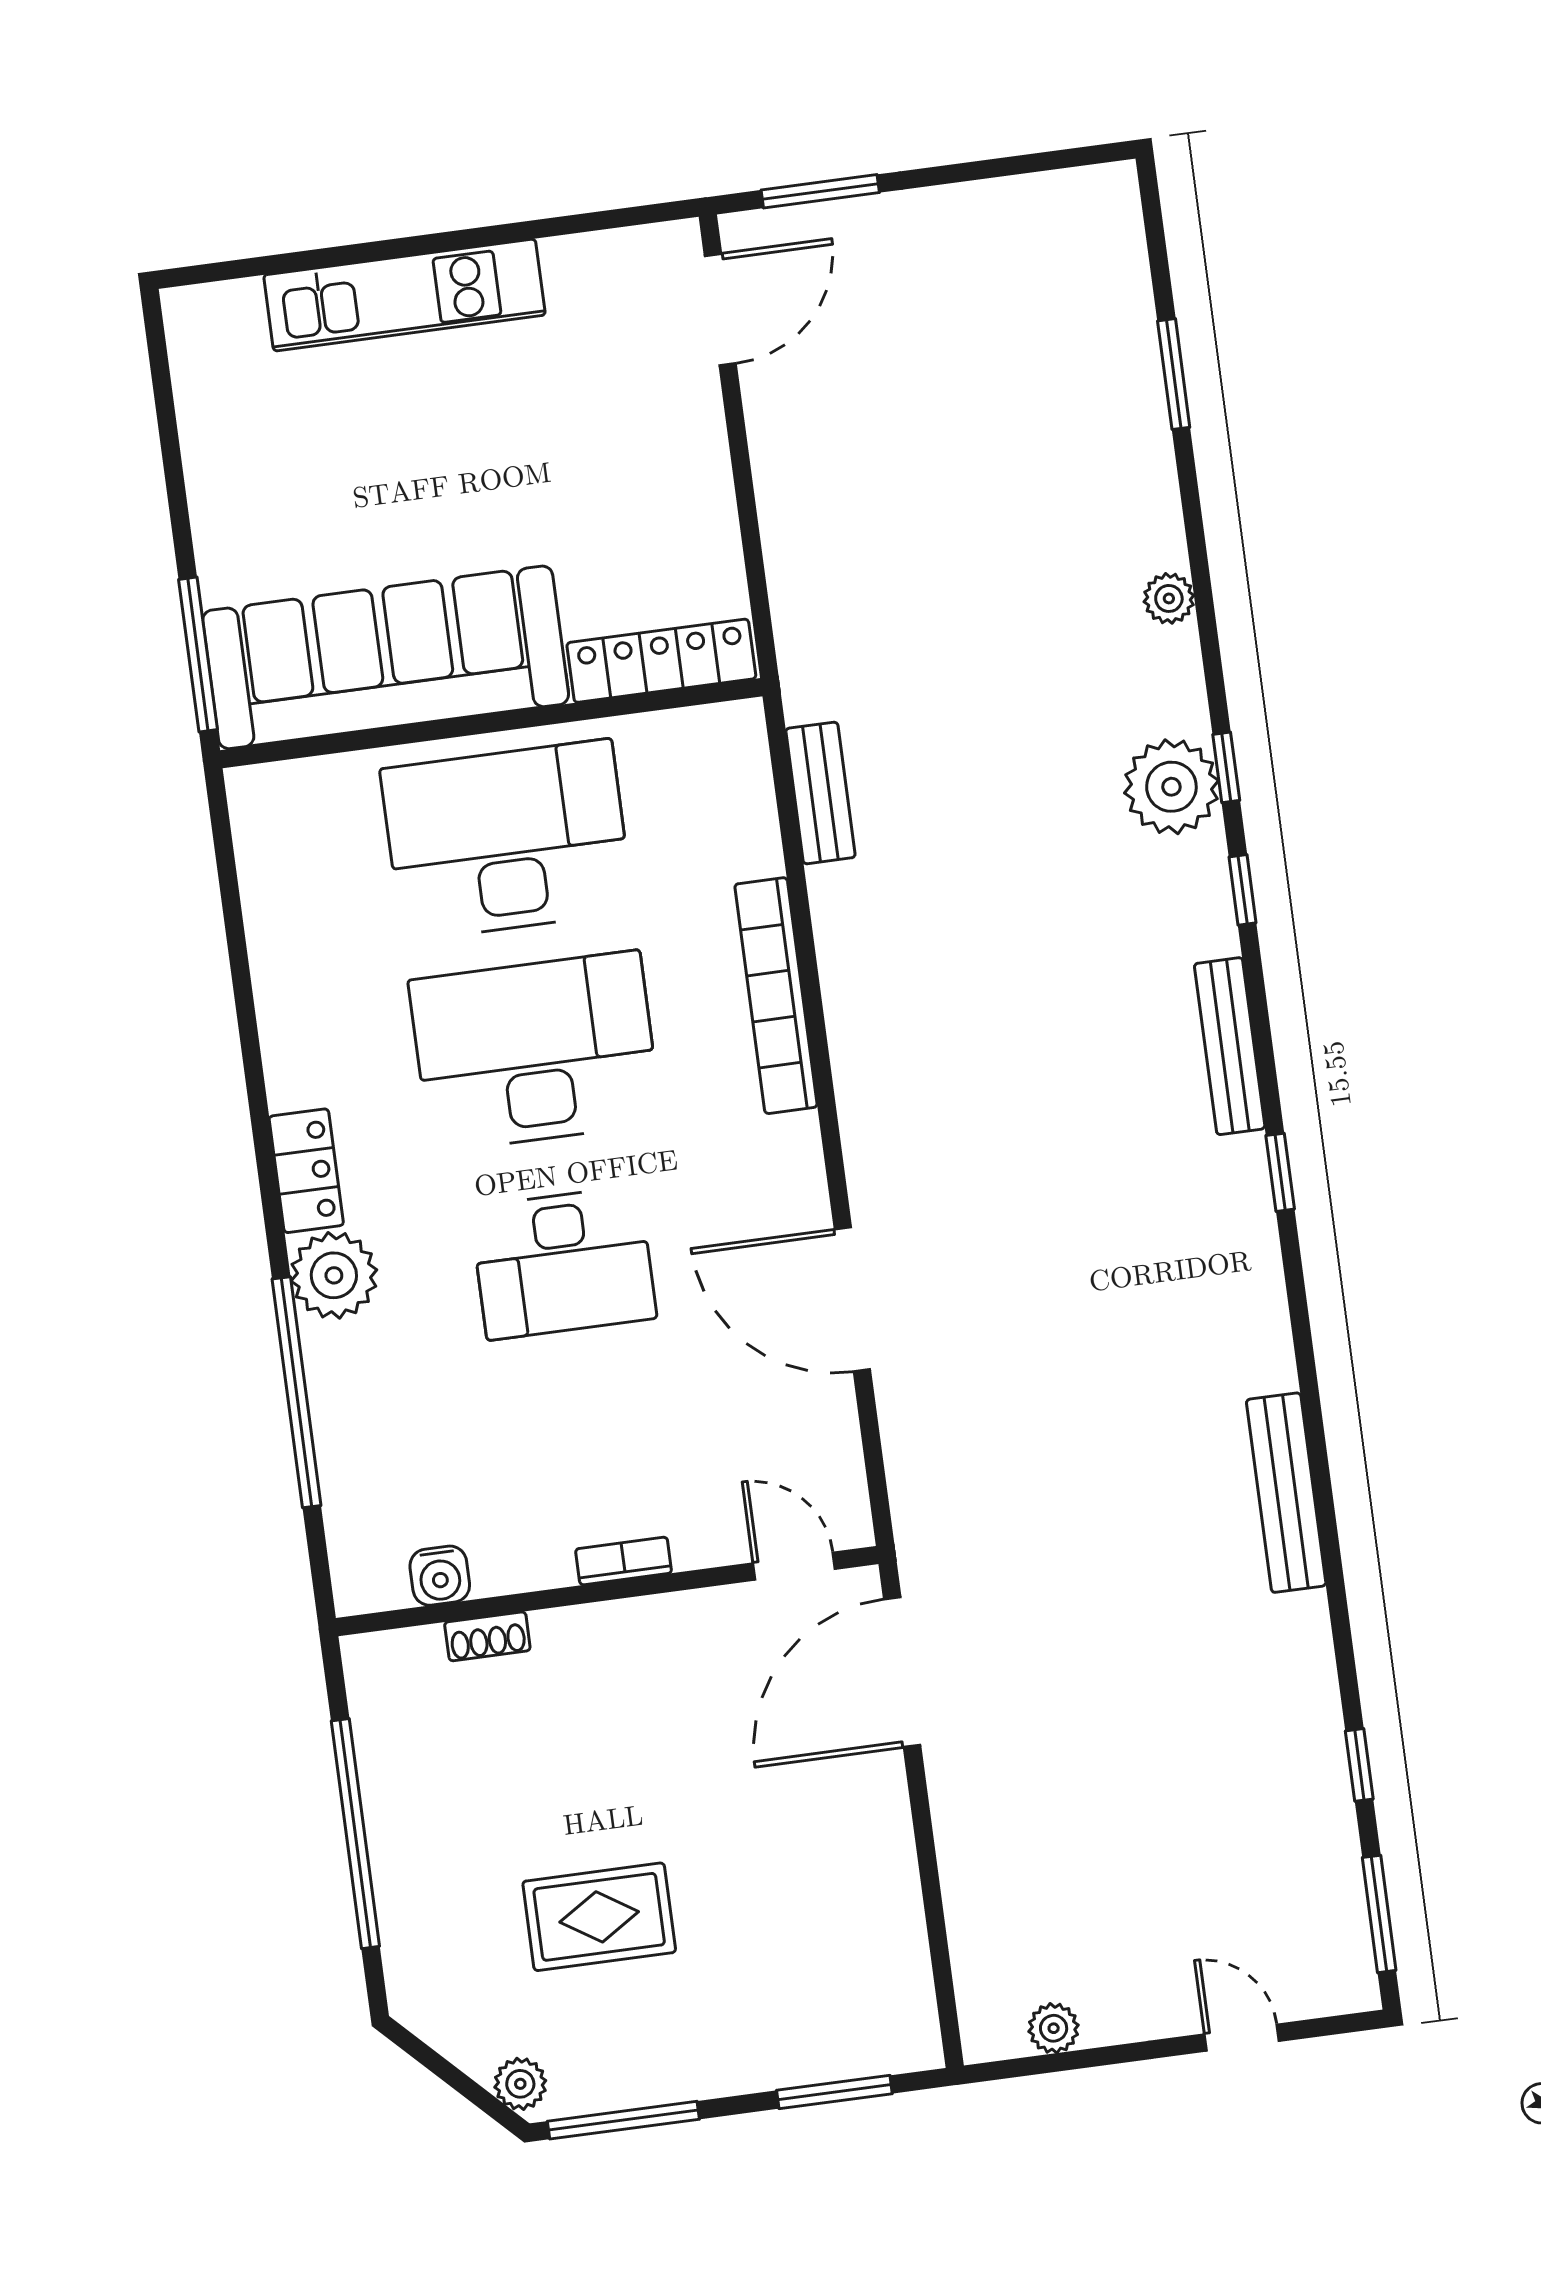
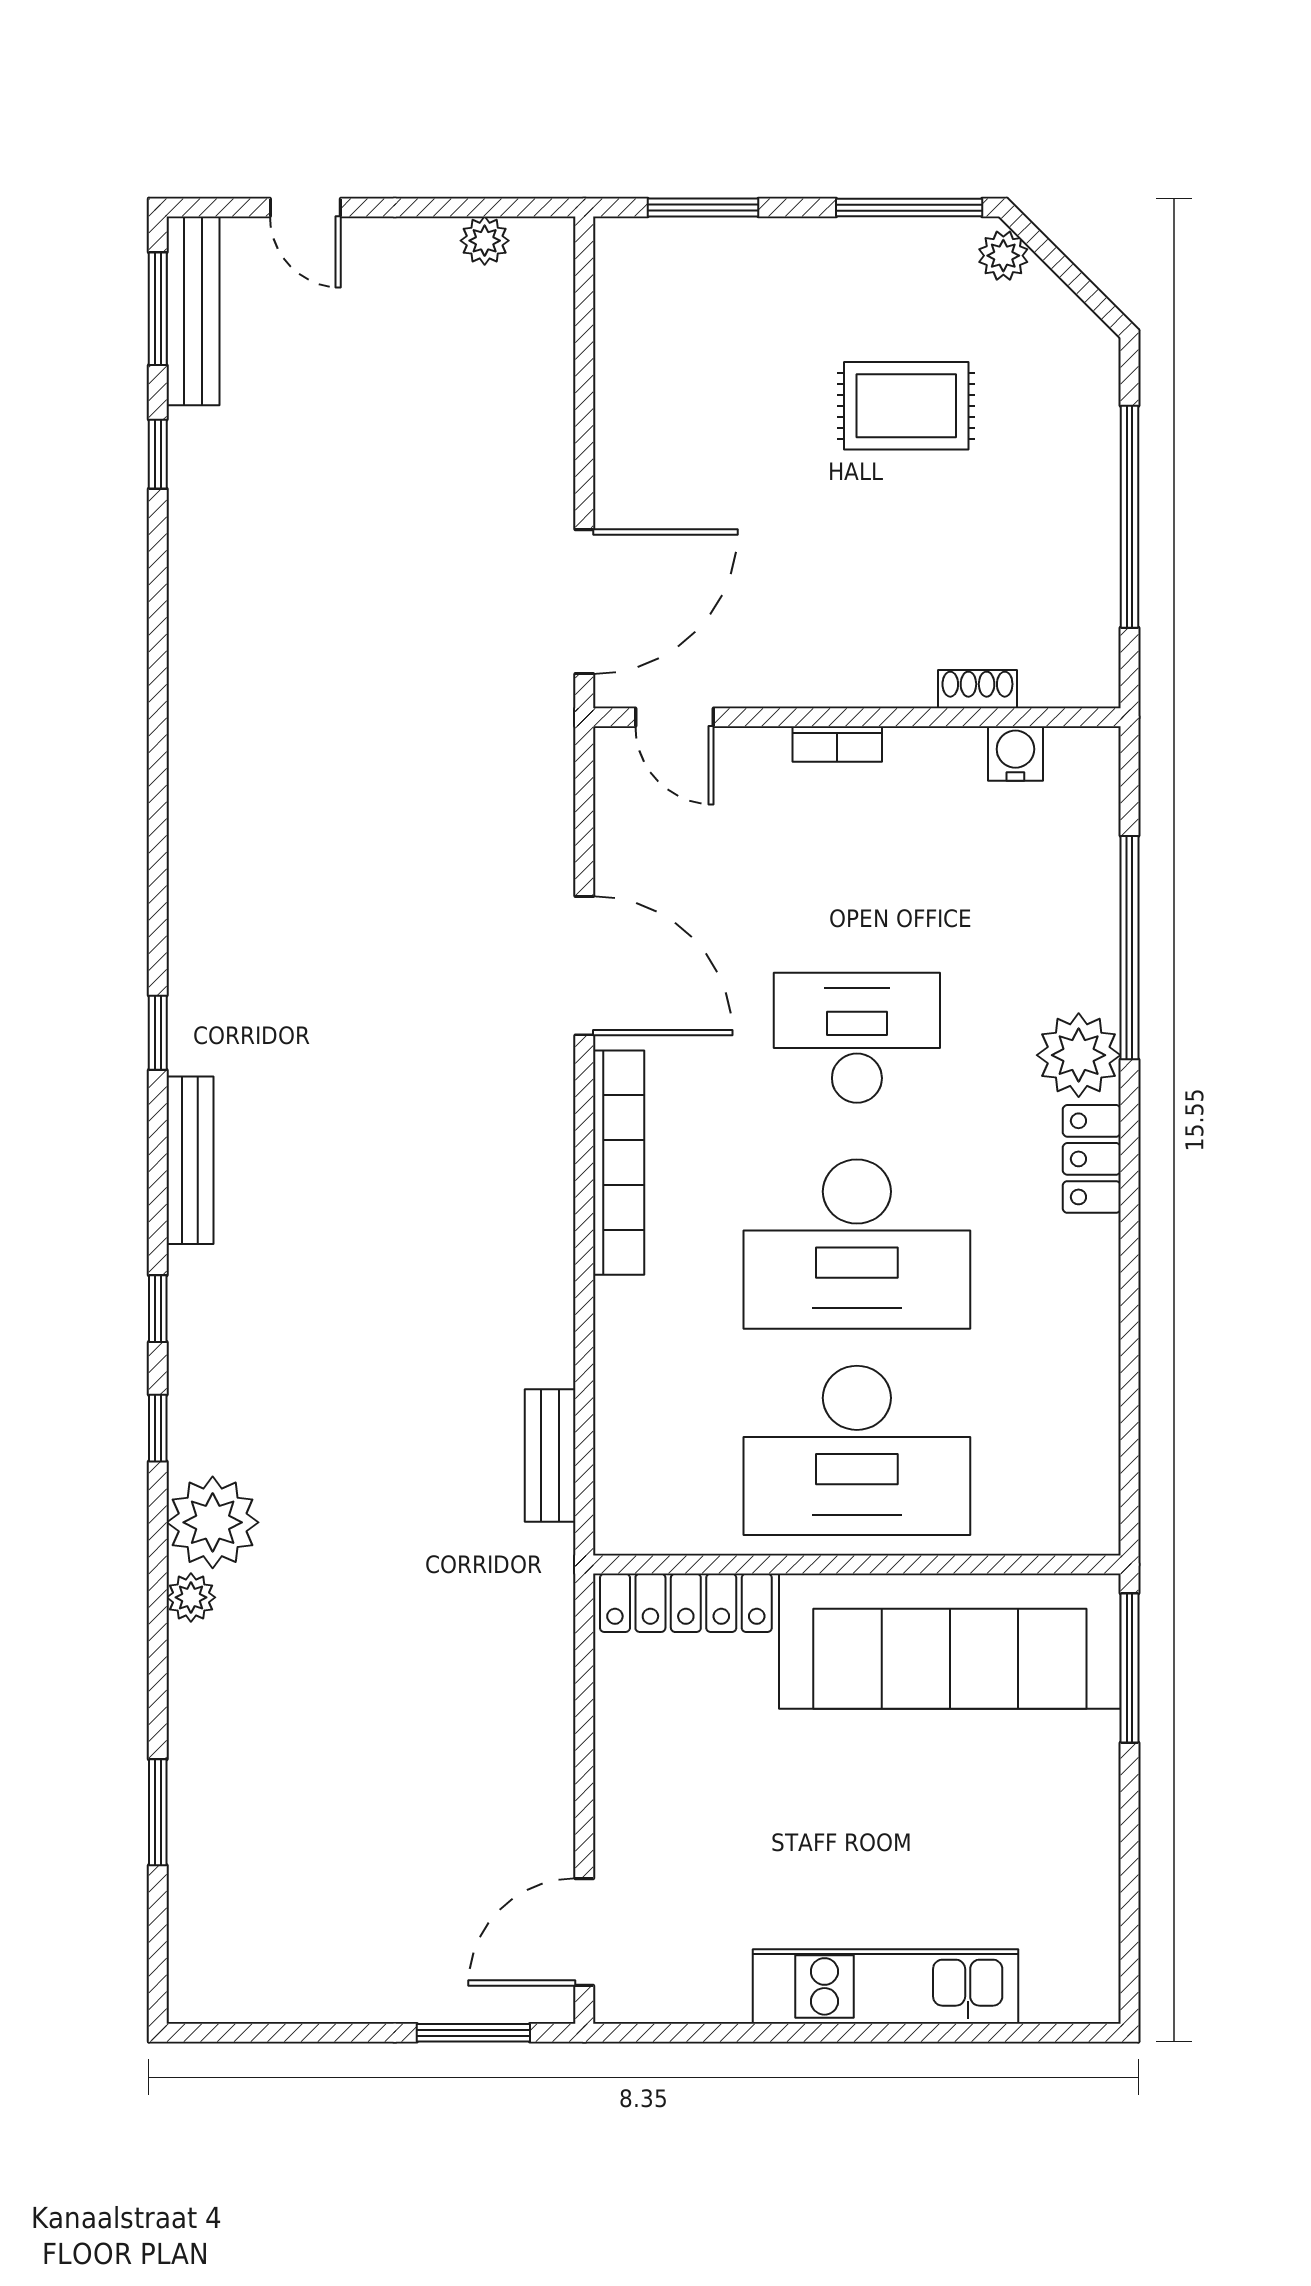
plant: (1171, 787) -> (213, 1522), moved
bookcase: (776, 996) -> (619, 1163), moved
bench: (1286, 1493) -> (193, 311), moved

